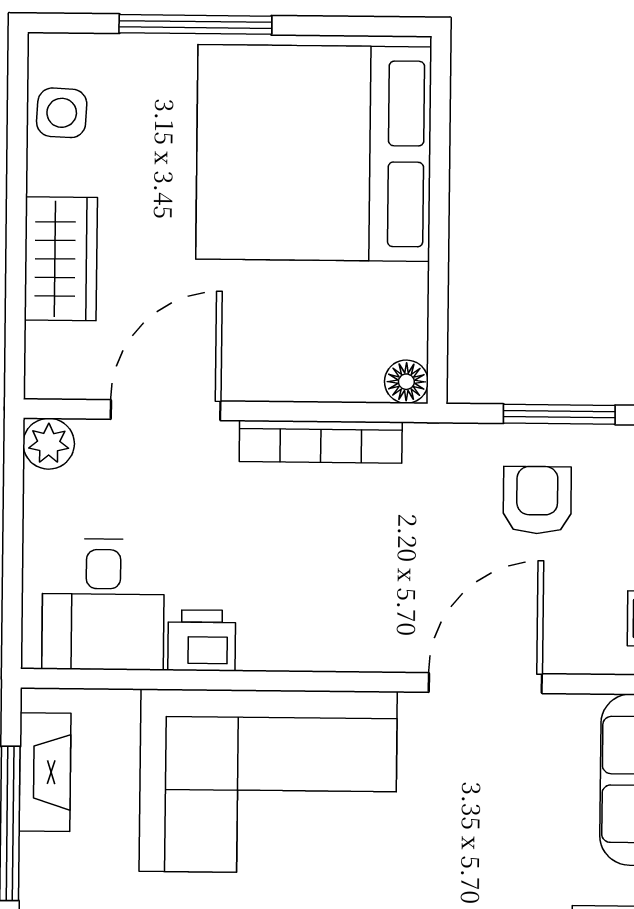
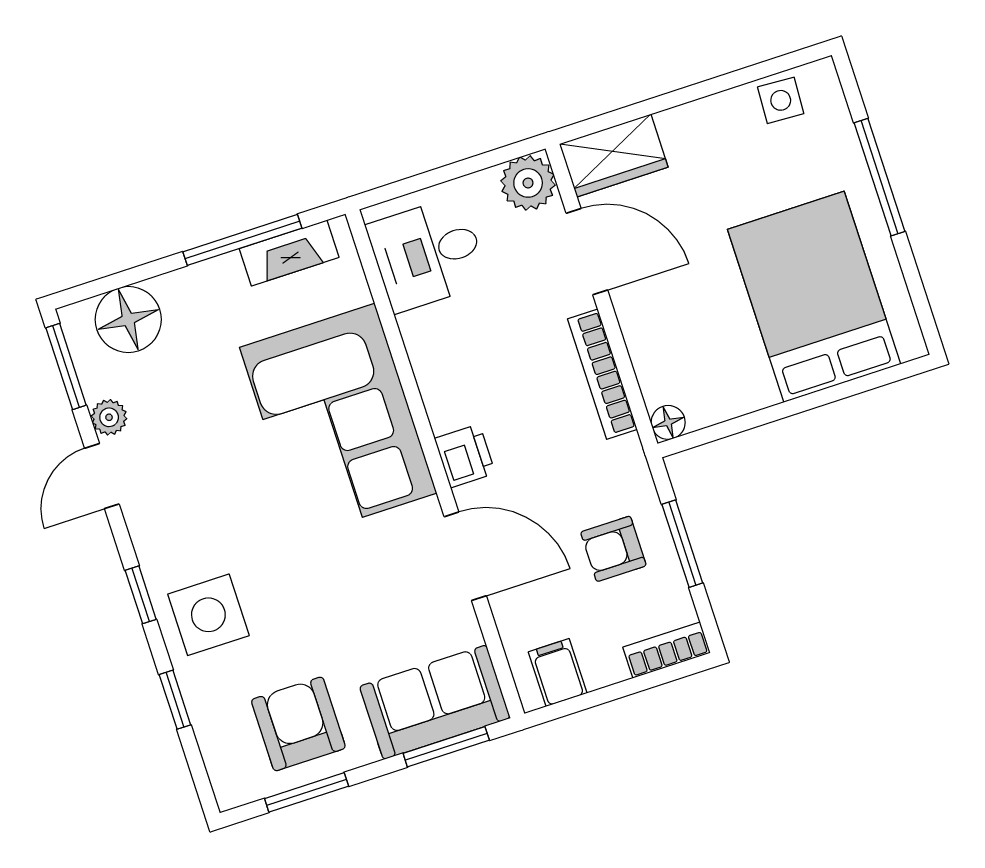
bed: (314, 153) -> (814, 297), width x0.73
wardrobe: (61, 259) -> (614, 155), moved
plant: (49, 444) -> (528, 183), width x1.38, depth x1.38
armchair: (537, 500) -> (613, 549), turned 180
printer: (202, 640) -> (465, 456), moved

